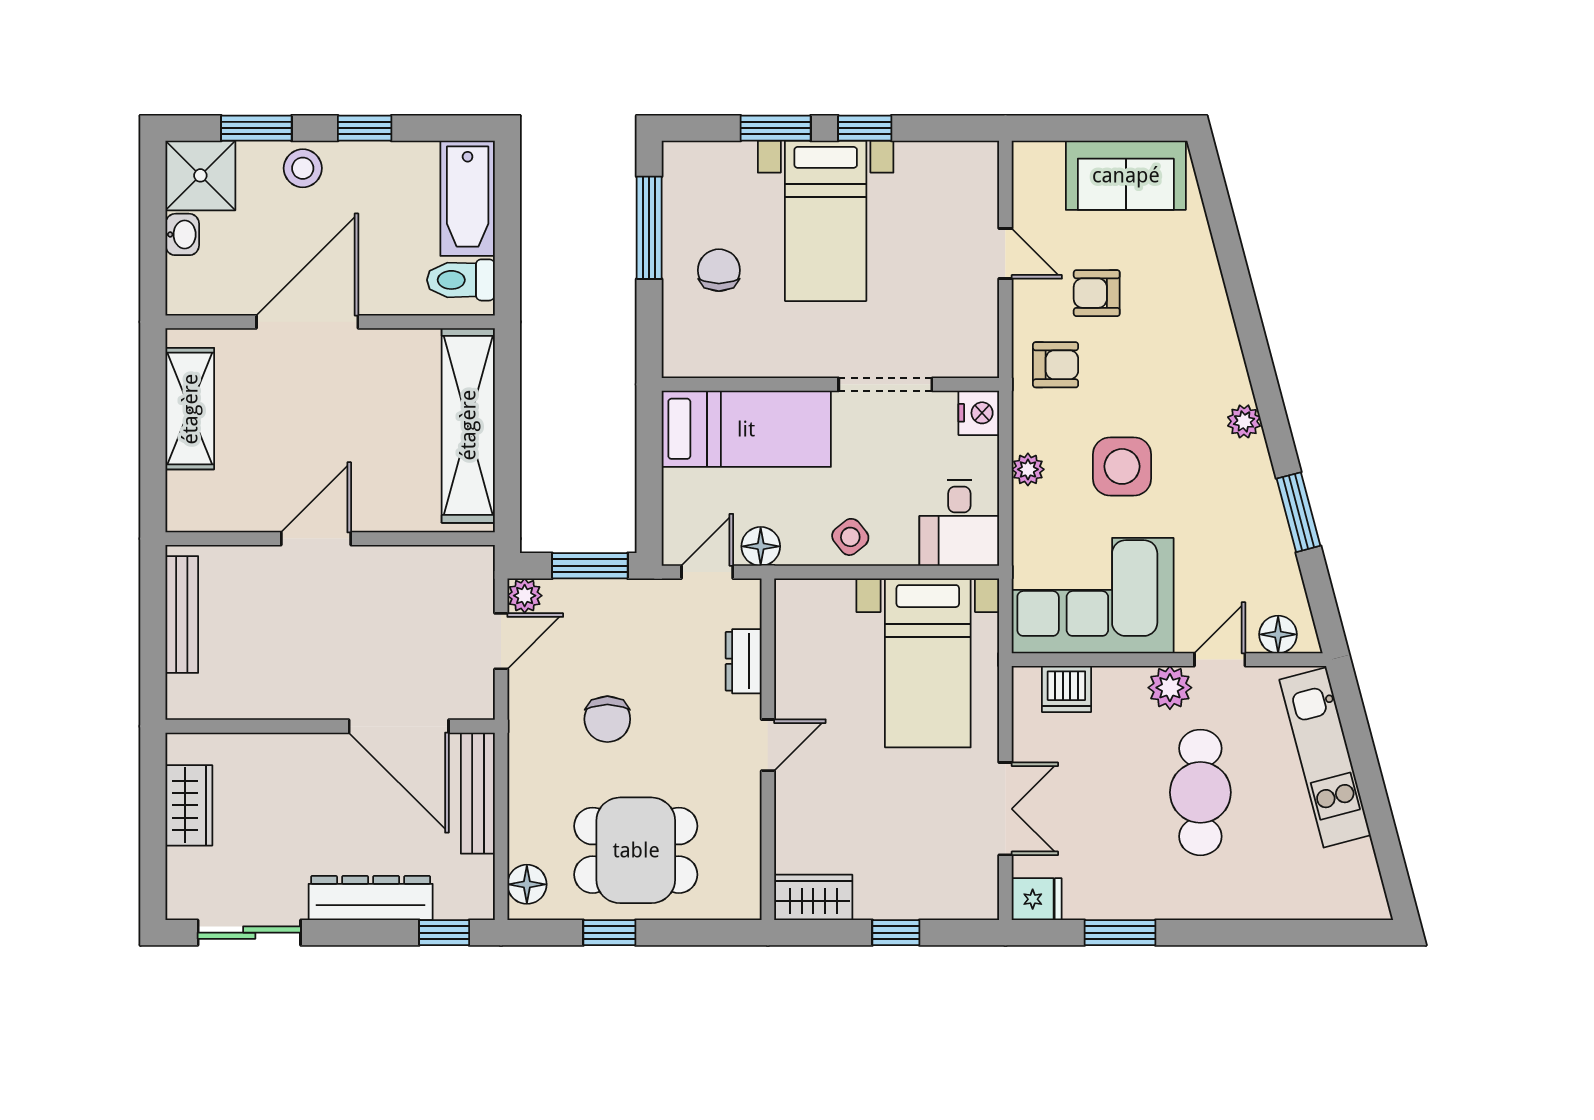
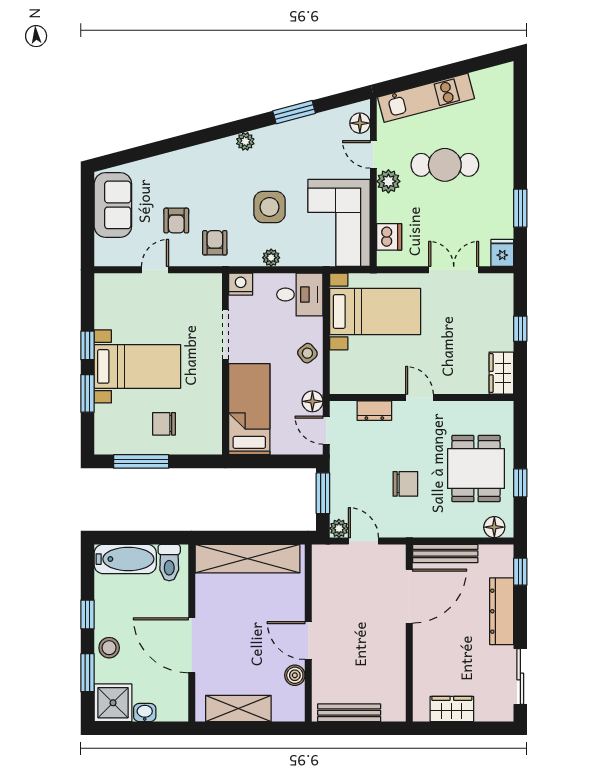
boiler: (251, 514) -> (295, 675), added

